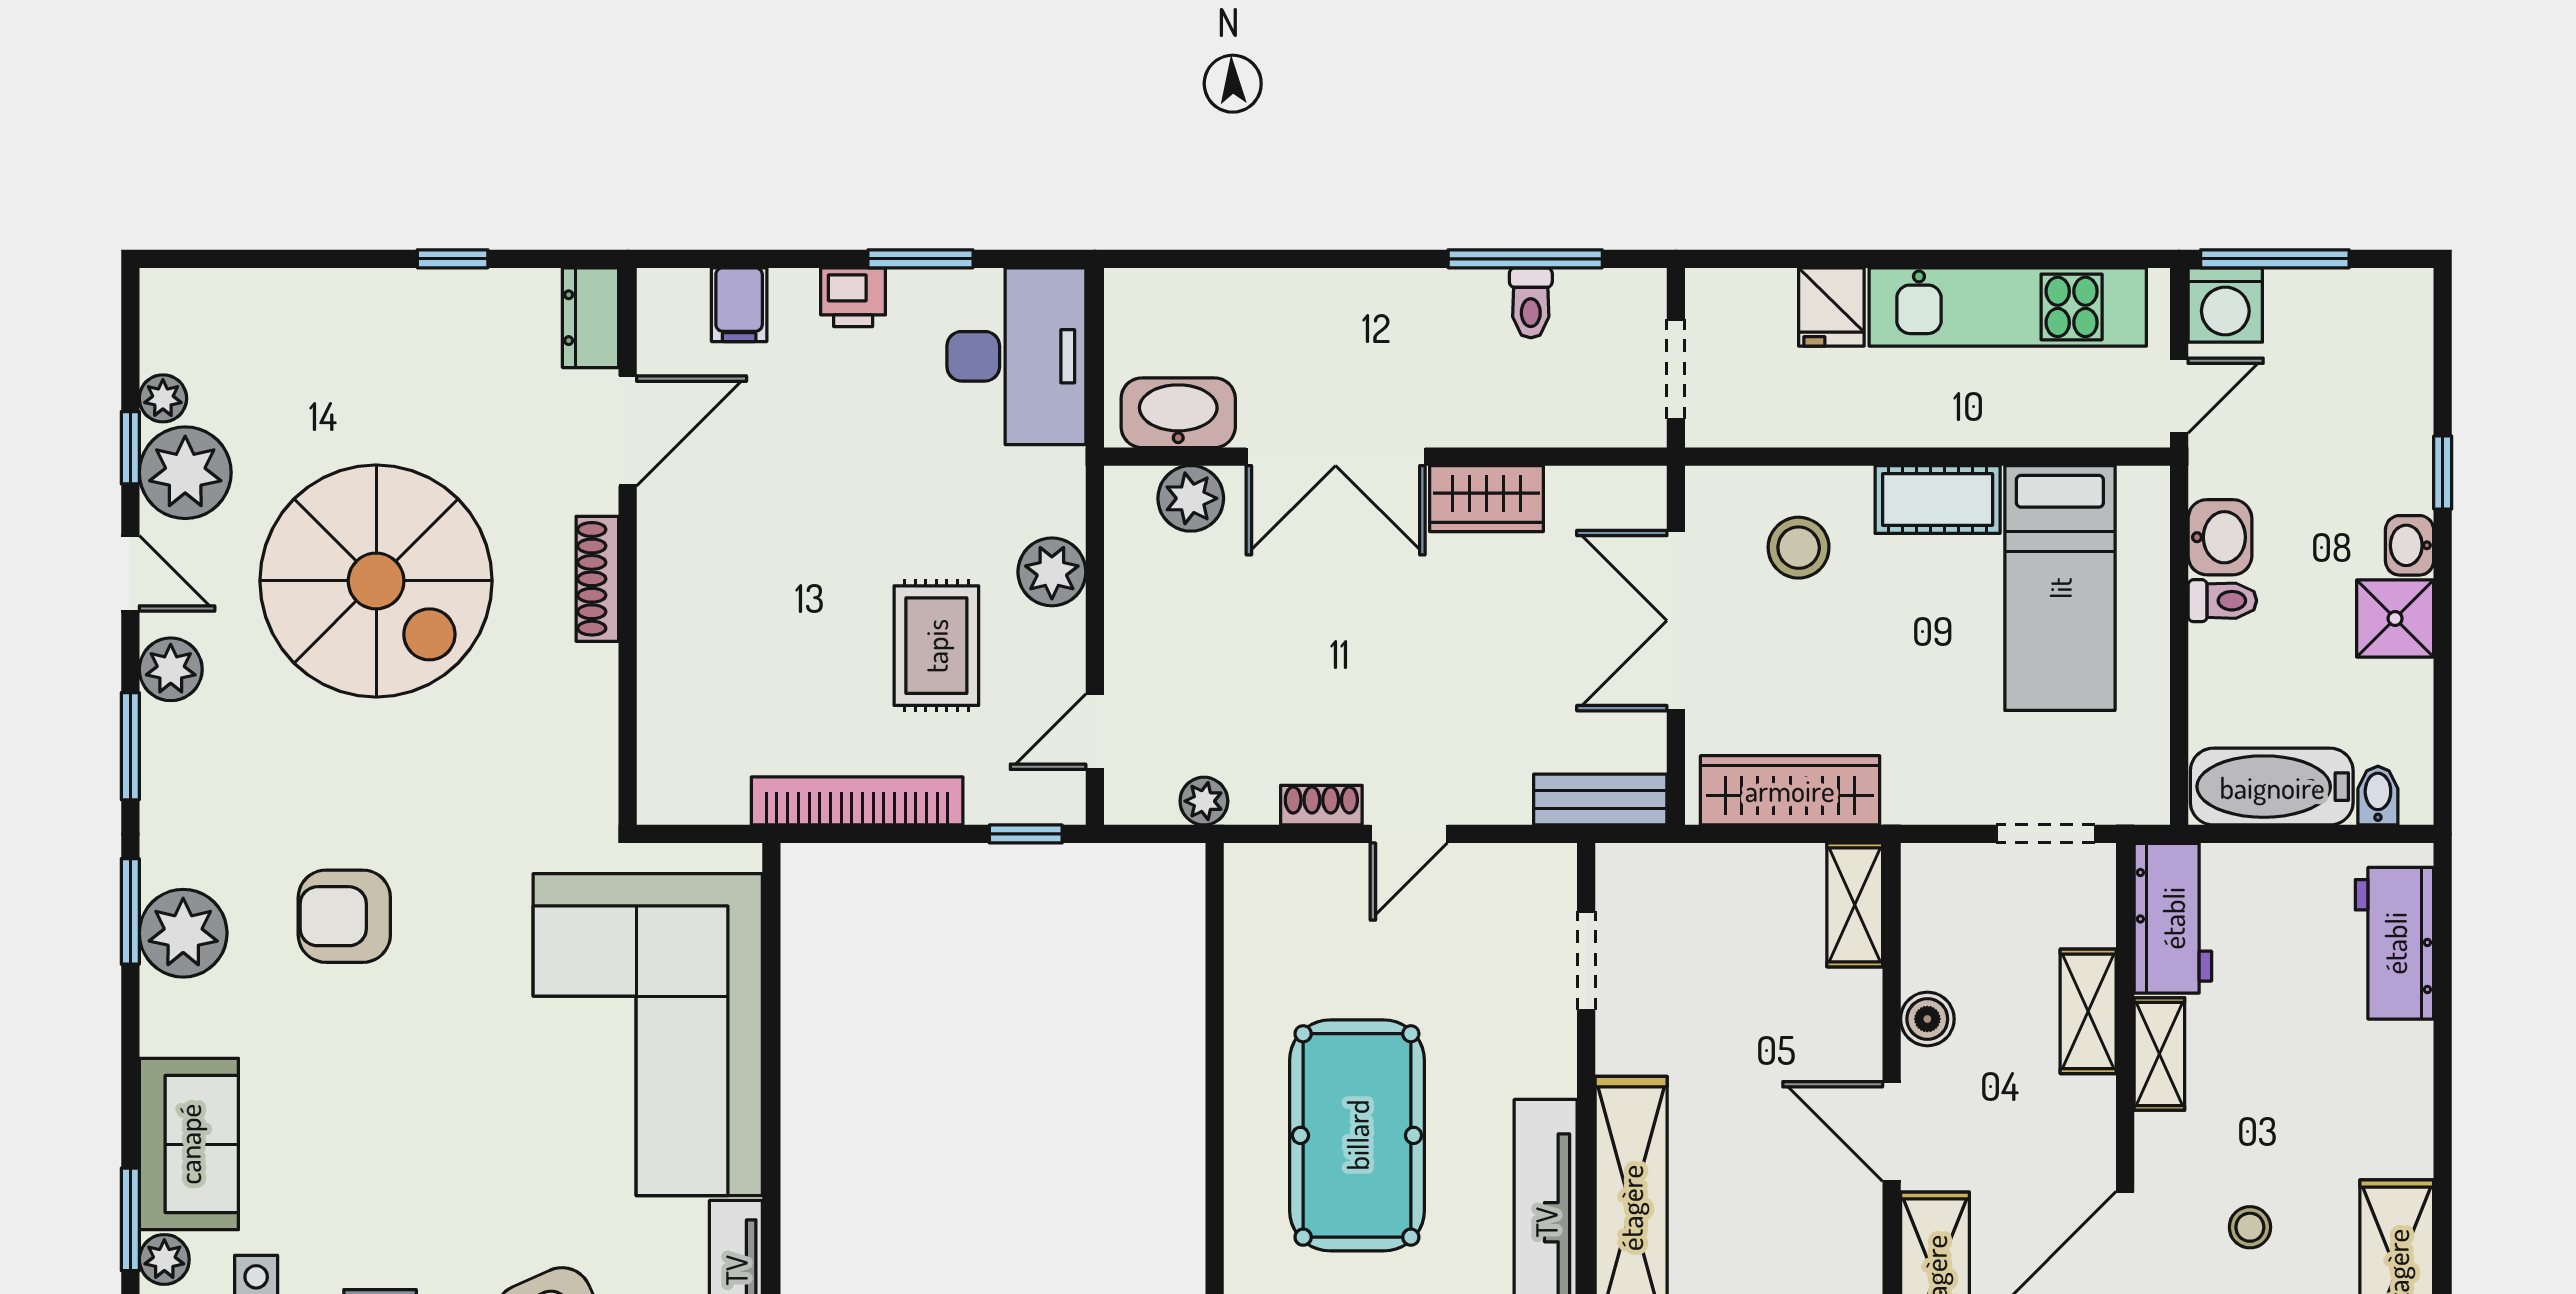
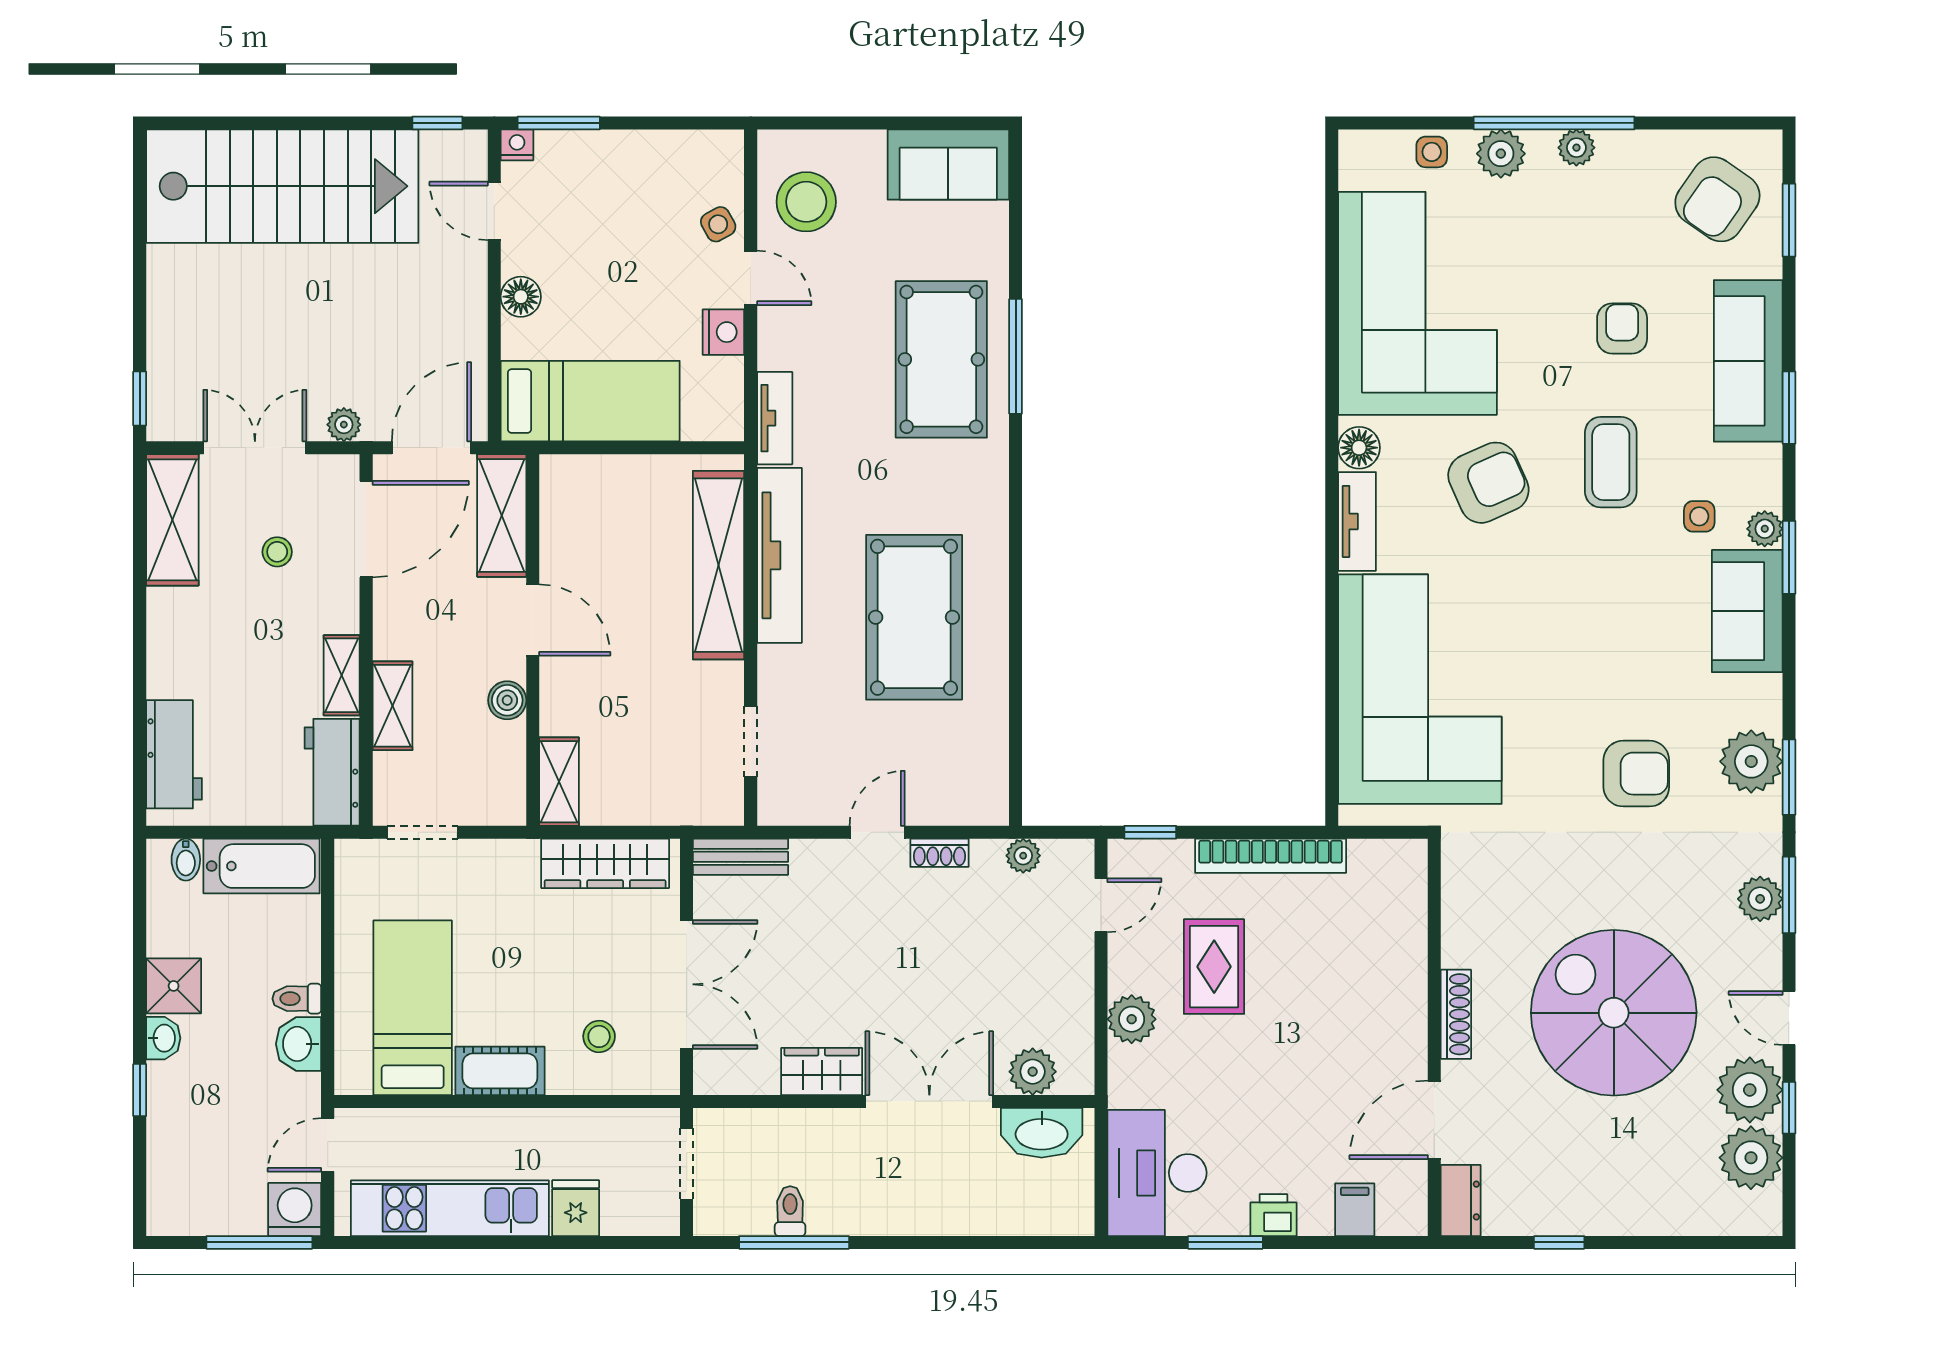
plant: (163, 398) -> (1751, 1158), width x1.88, depth x1.88
stool: (1799, 548) -> (599, 1036), width x0.73, depth x0.73
plant: (171, 669) -> (1760, 899), moved

